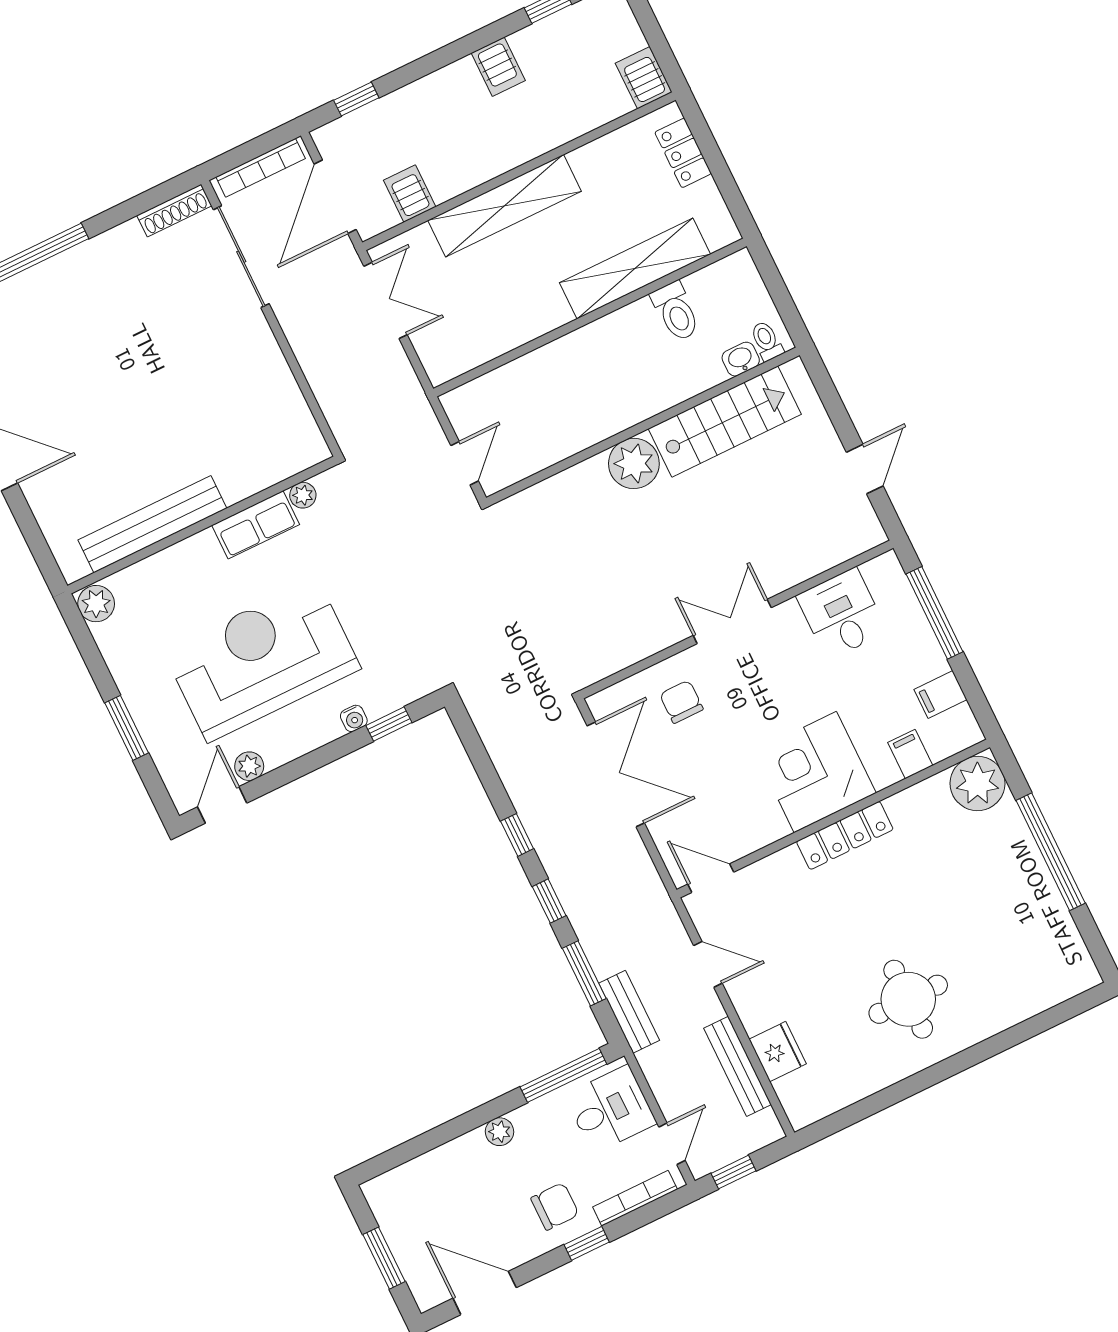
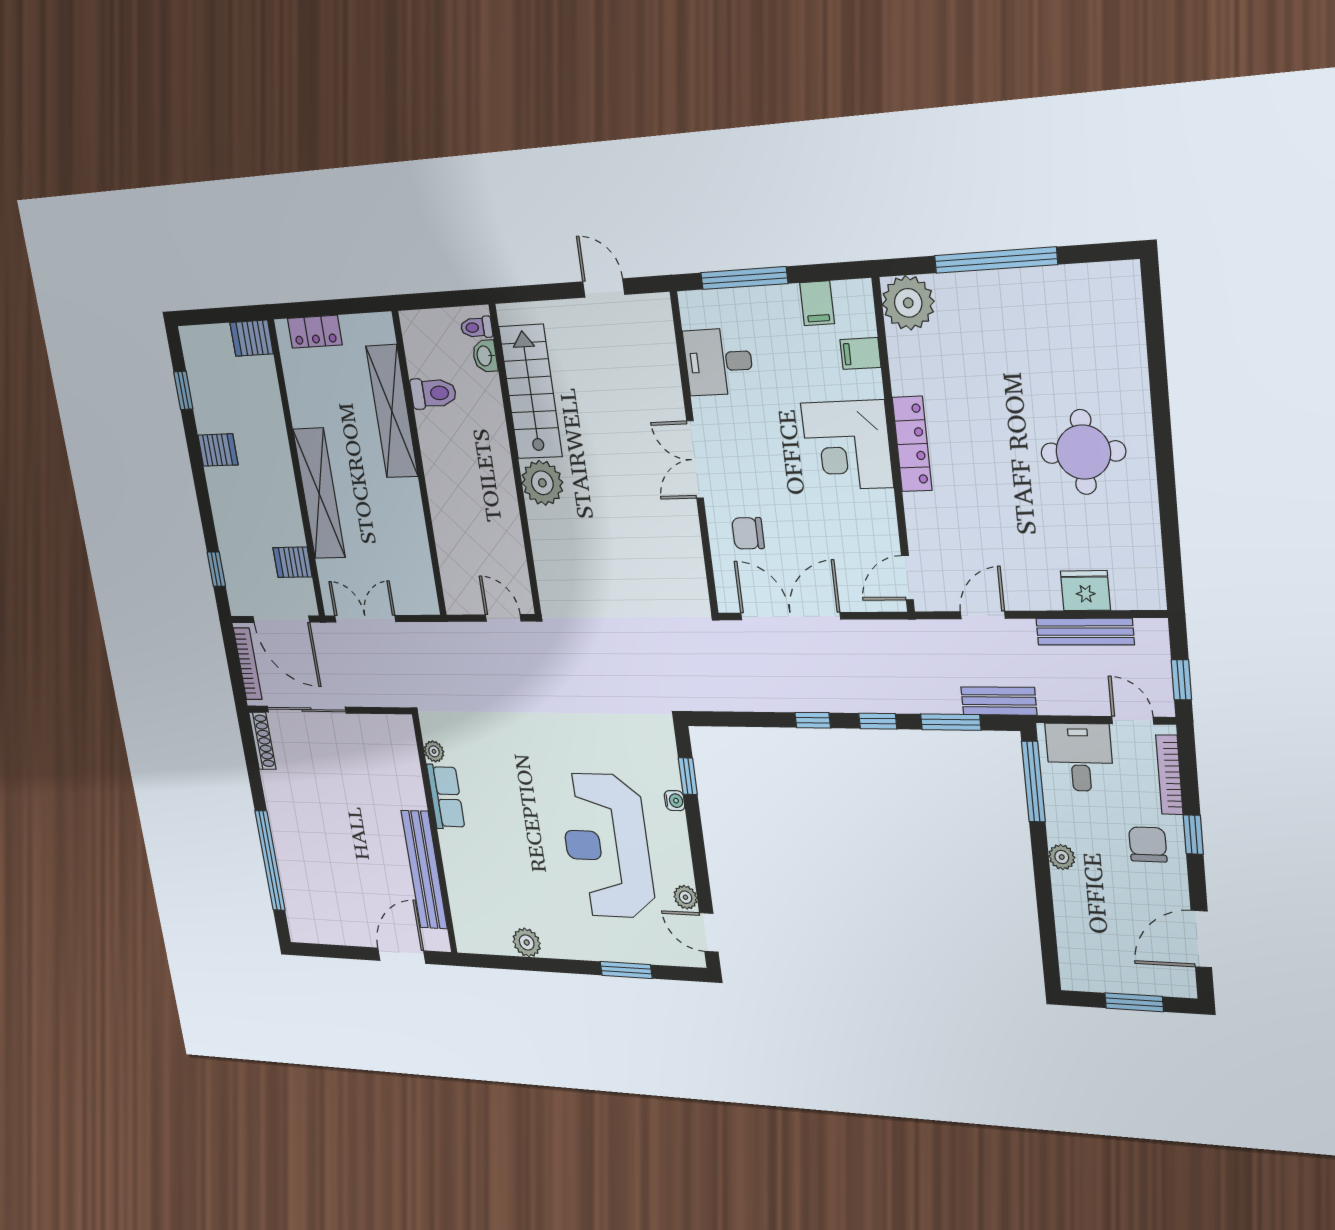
plant: (303, 495) -> (434, 751), moved
bench: (152, 524) -> (424, 870), moved
wall: (202, 525) -> (435, 835), moved
row of seats: (256, 525) -> (446, 797), moved

